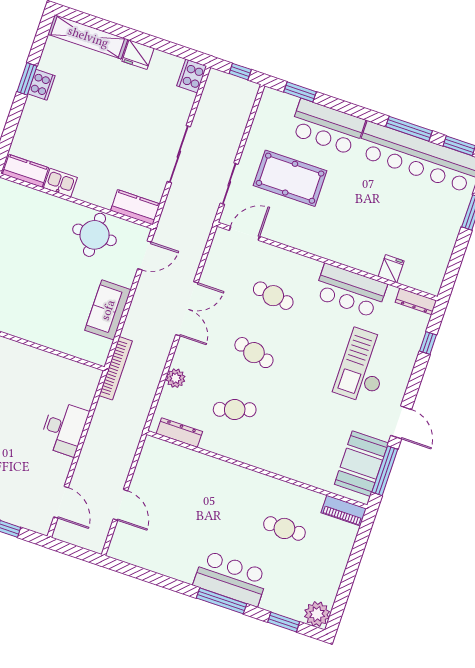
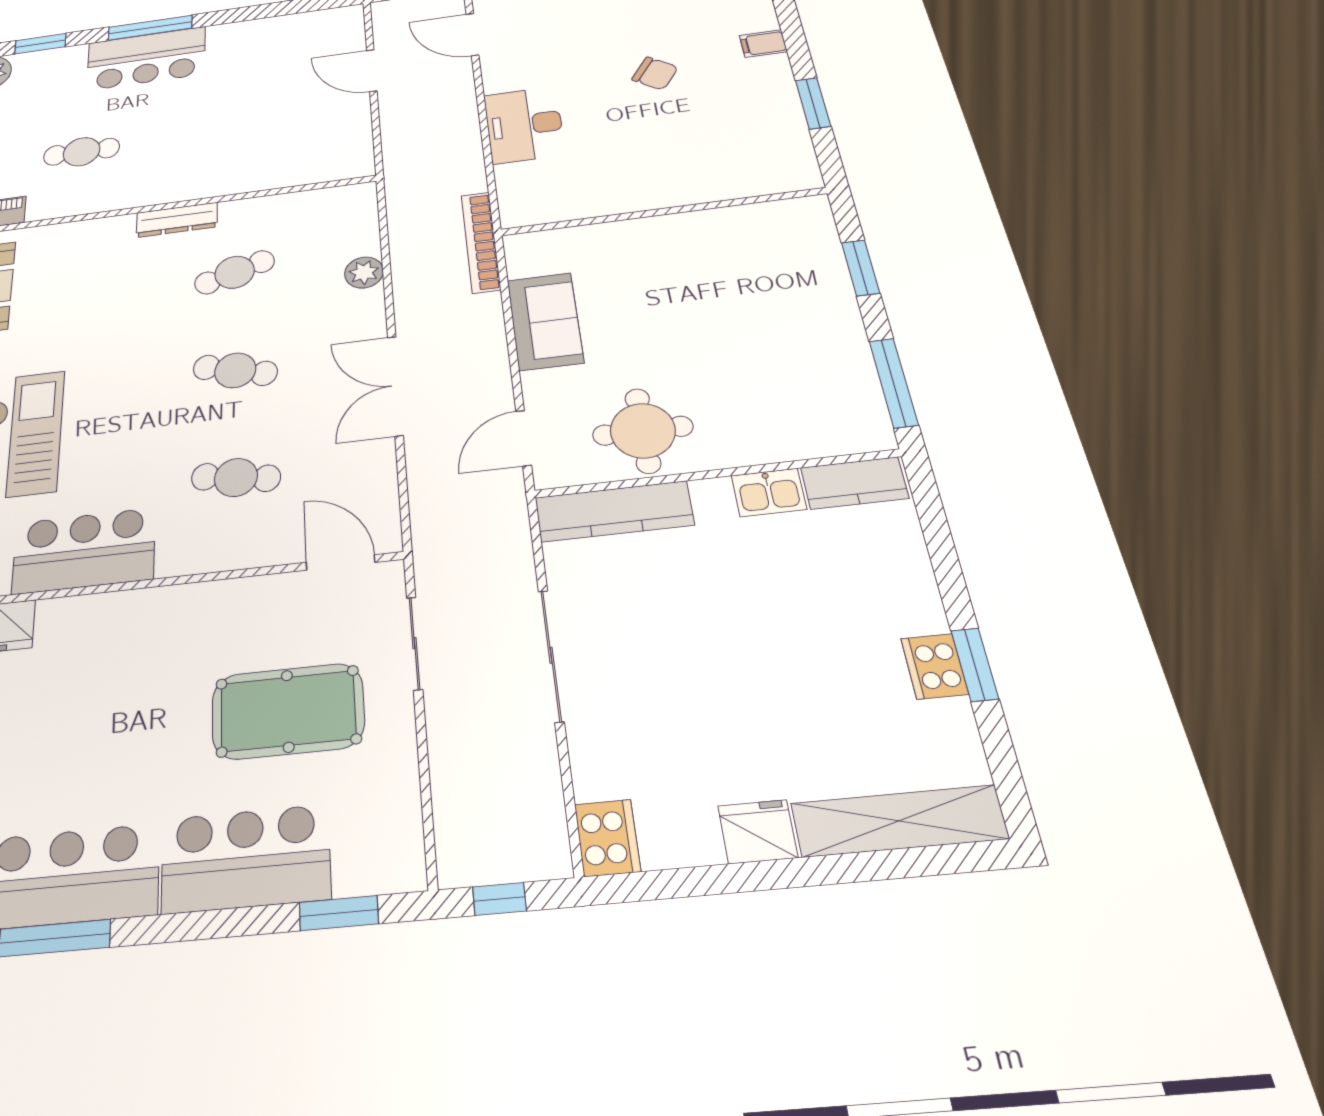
kitchen counter: (135, 207) -> (614, 511), width x1.50
door: (244, 233) -> (340, 562), swing flipped
dresser: (179, 433) -> (177, 220), moved

